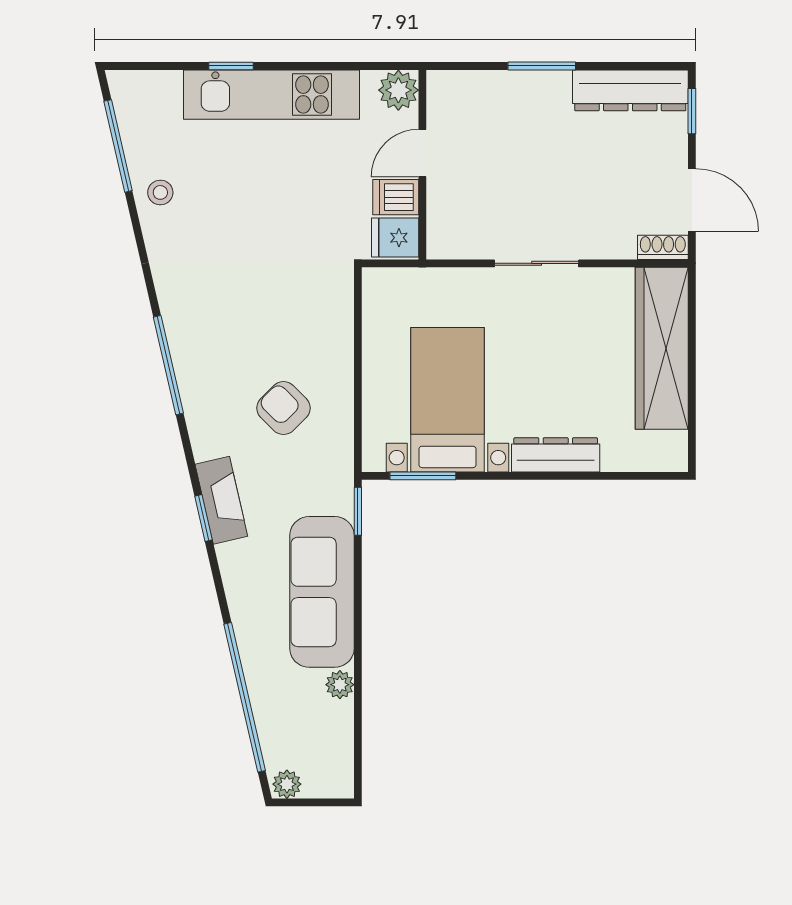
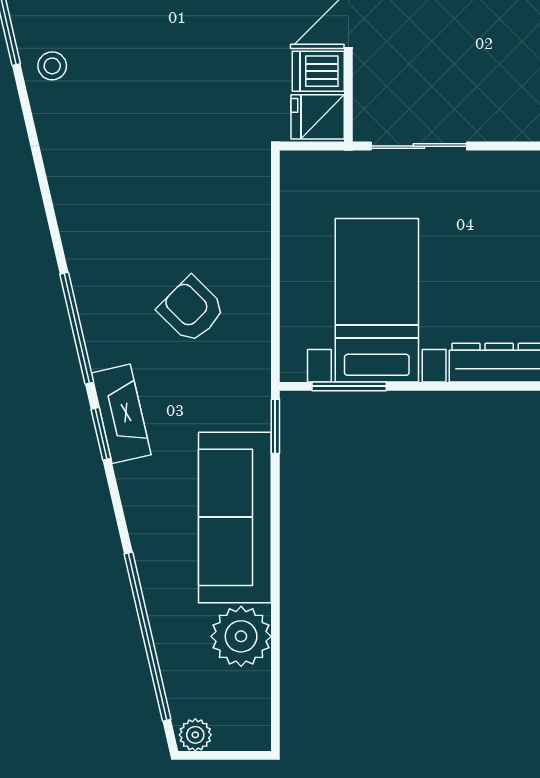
sliding door: (537, 263) -> (419, 146), moved
window: (168, 365) -> (77, 328), moved
plant: (340, 685) -> (241, 636), width x1.88, depth x1.88

